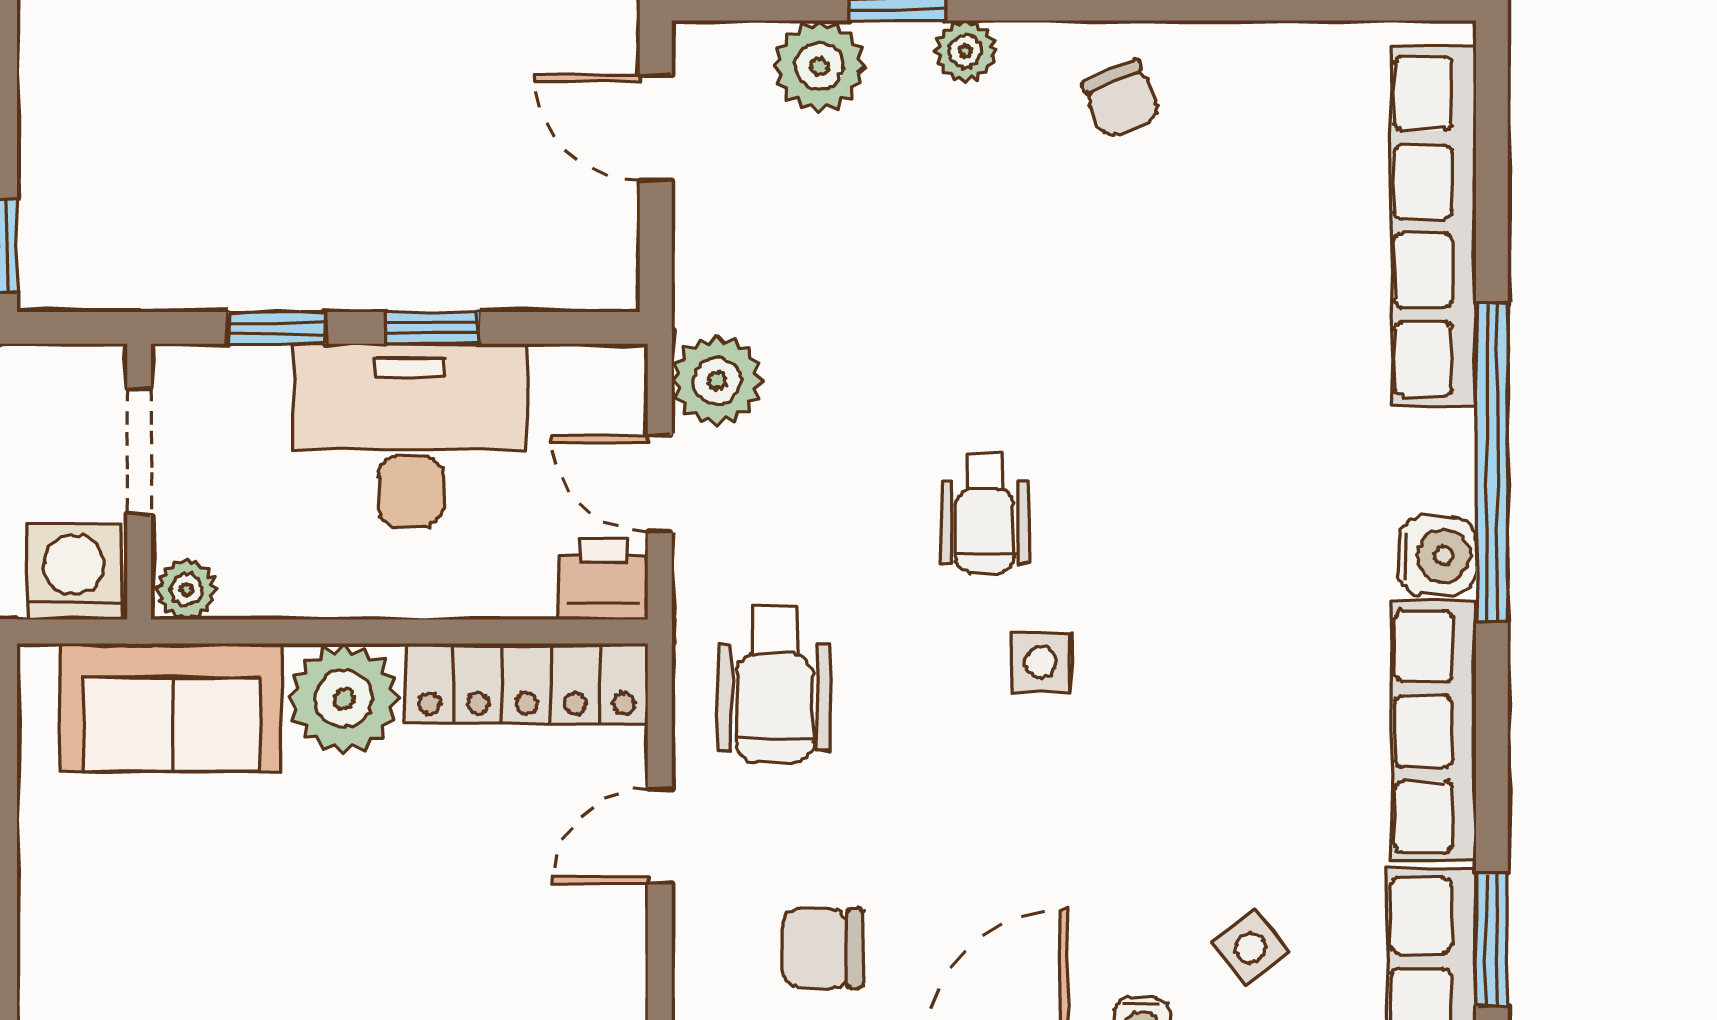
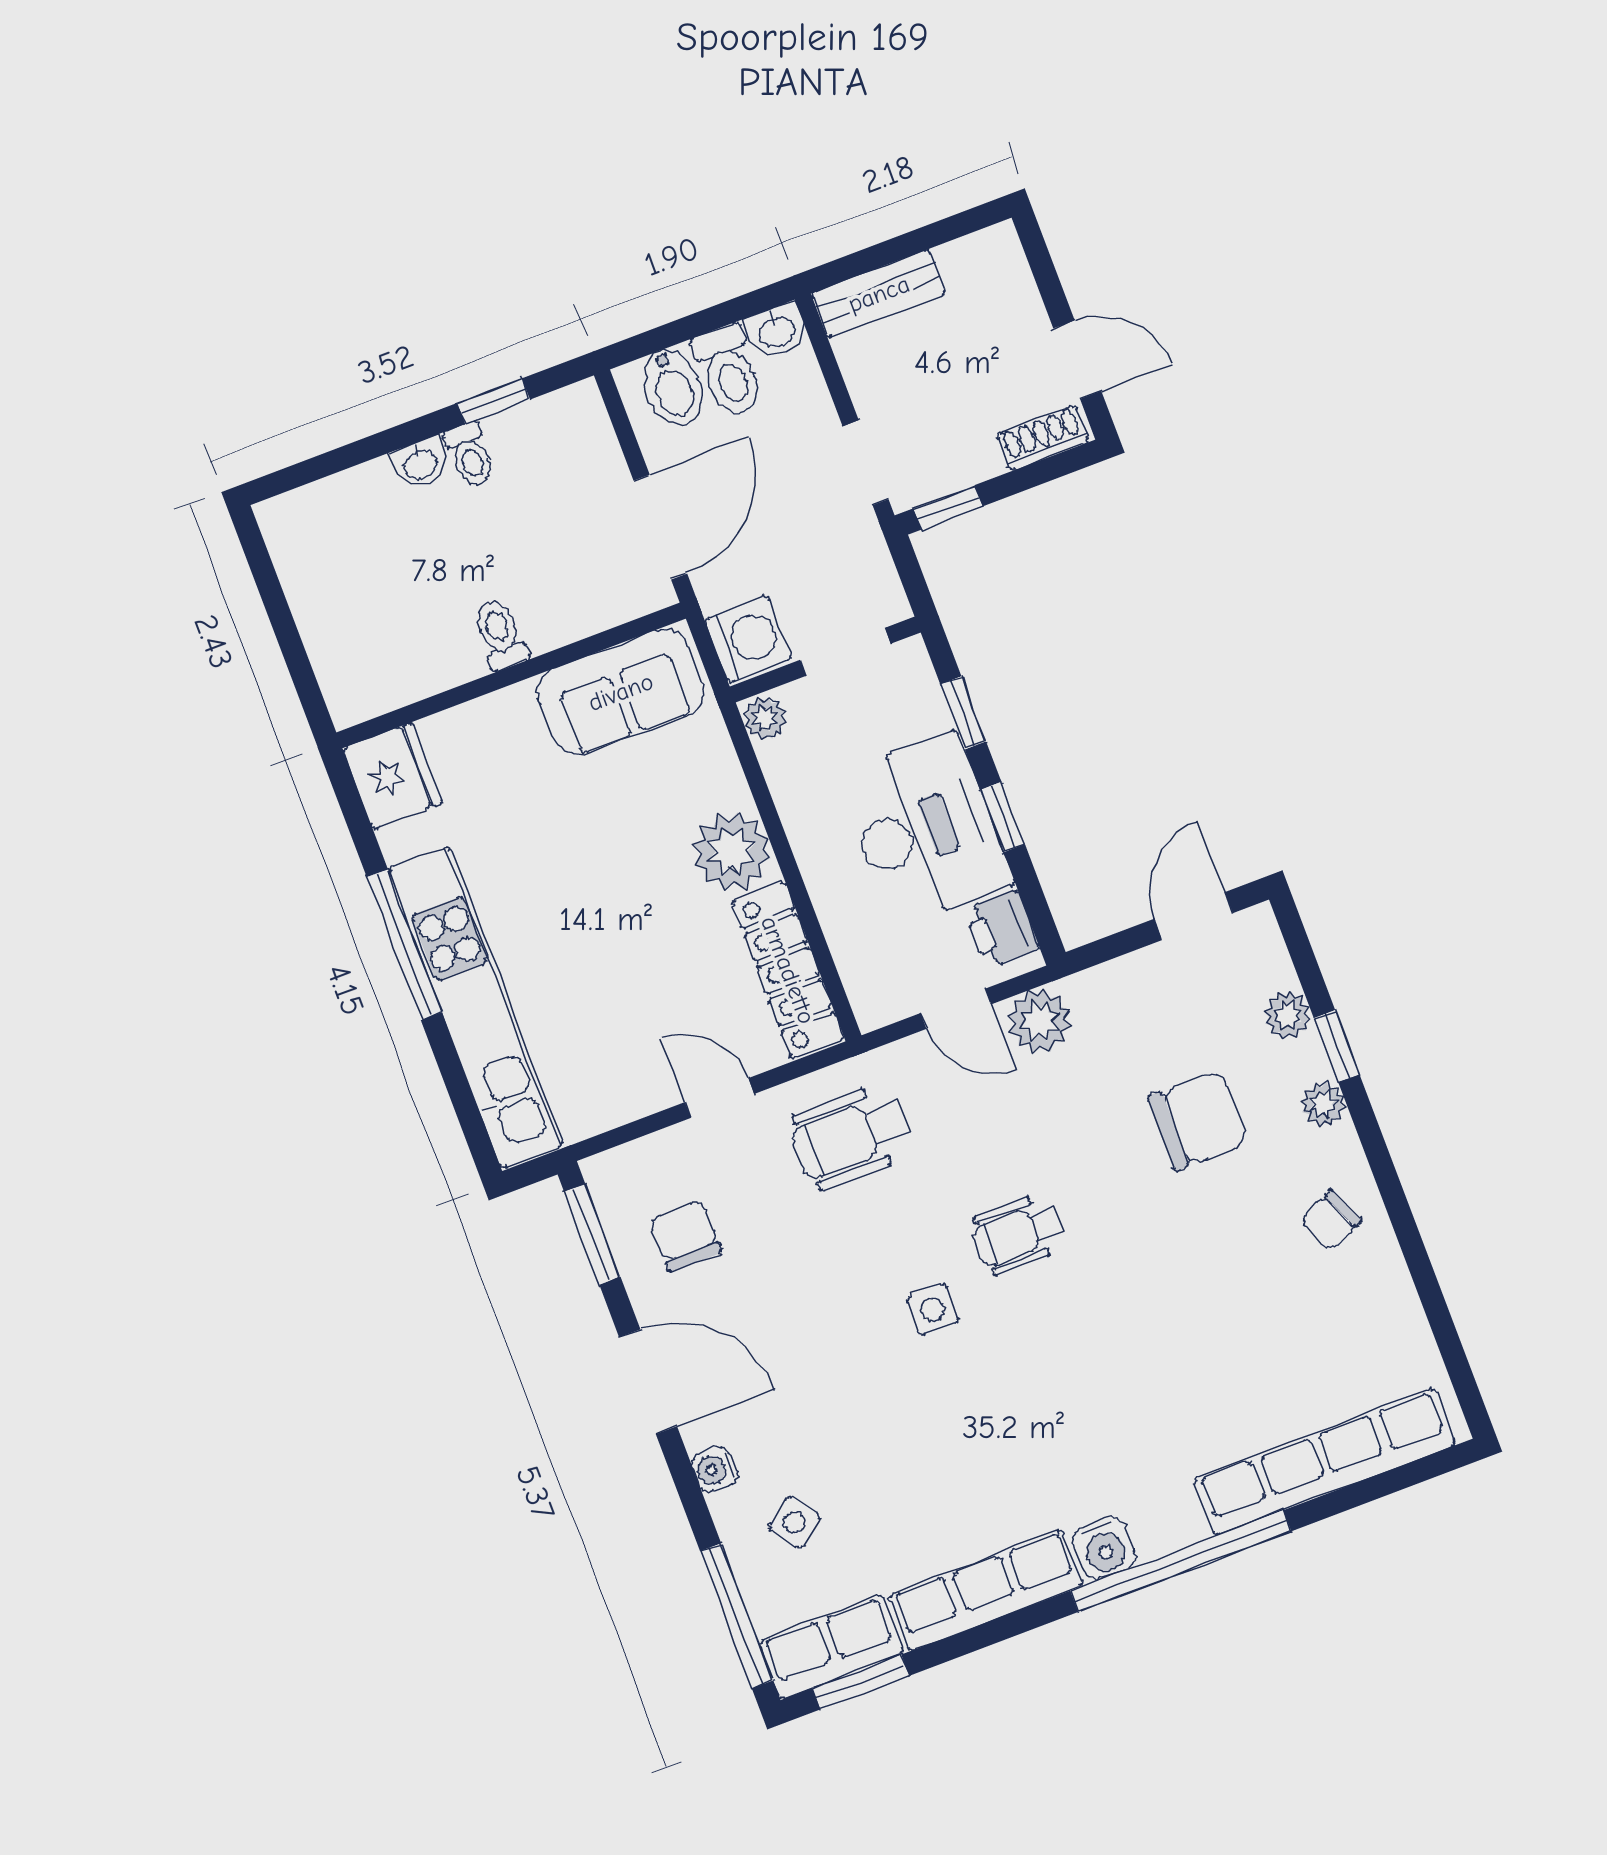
plant: (819, 66) -> (1287, 1015), width x0.73, depth x0.73
chair: (924, 222) -> (1198, 1120), added
door: (660, 483) -> (956, 1009), swing flipped
printer: (603, 579) -> (1002, 929), moved, turned 180
sofa: (171, 707) -> (621, 692), moved, turned -90

